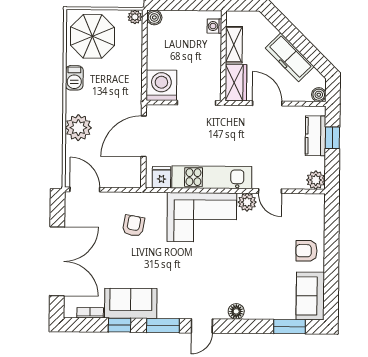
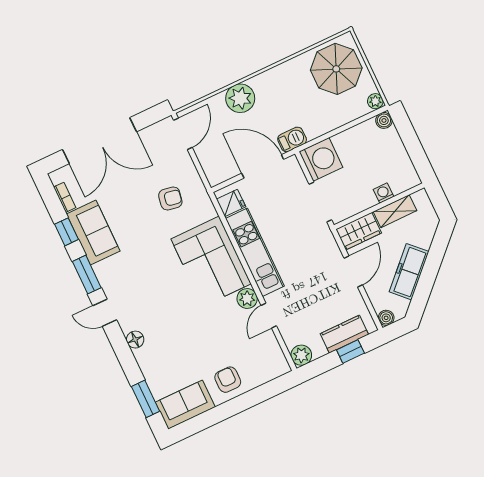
washing machine: (214, 26) -> (383, 193), moved
barbecue: (74, 78) -> (292, 139), moved, turned 180

